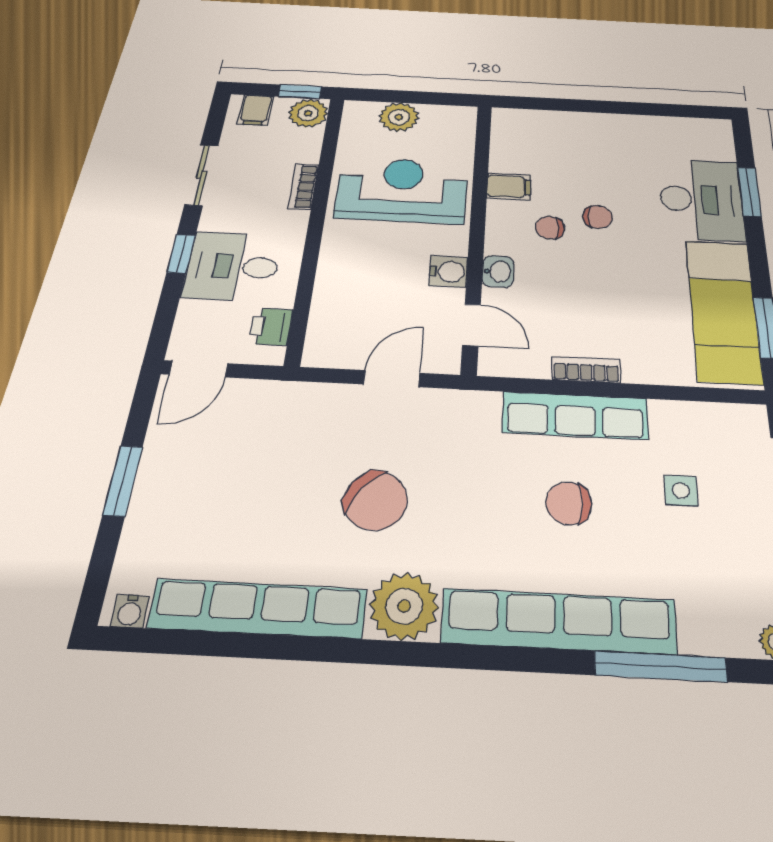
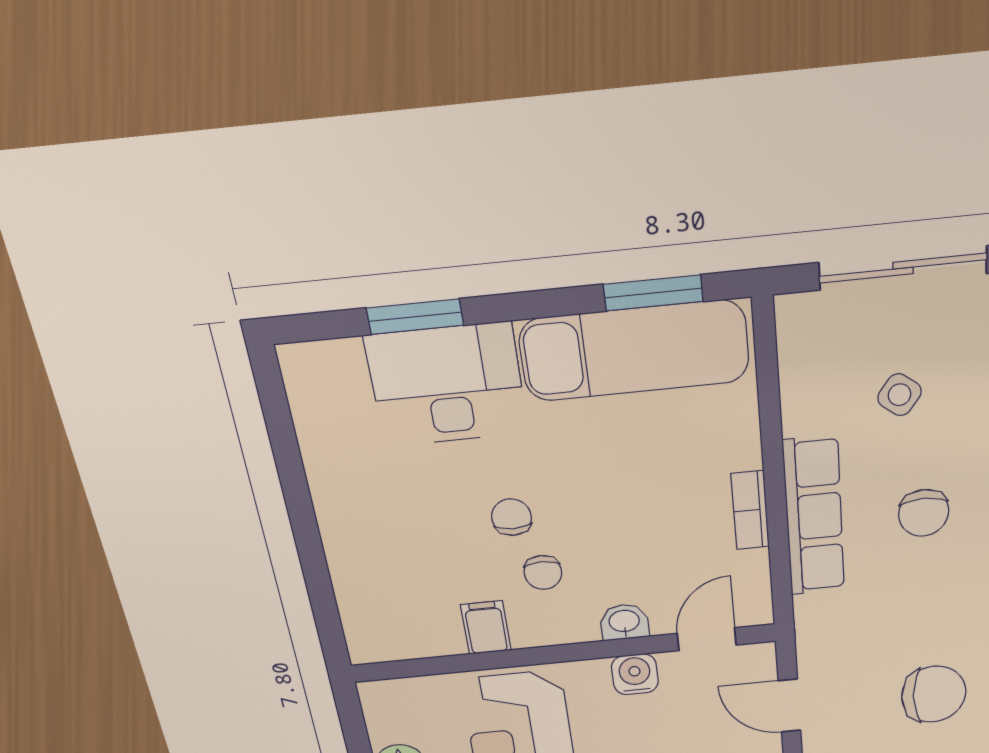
side table: (681, 491) -> (899, 395), turned 37
chair: (376, 501) -> (934, 694), turned 53

